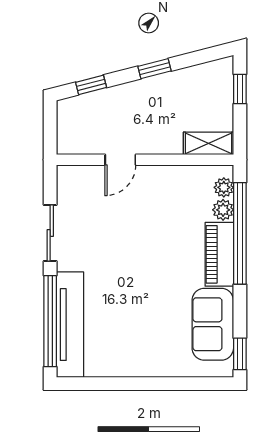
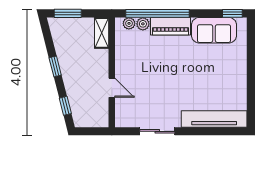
window: (240, 89) -> (68, 13), width x1.50
window: (50, 321) -> (212, 131), removed

